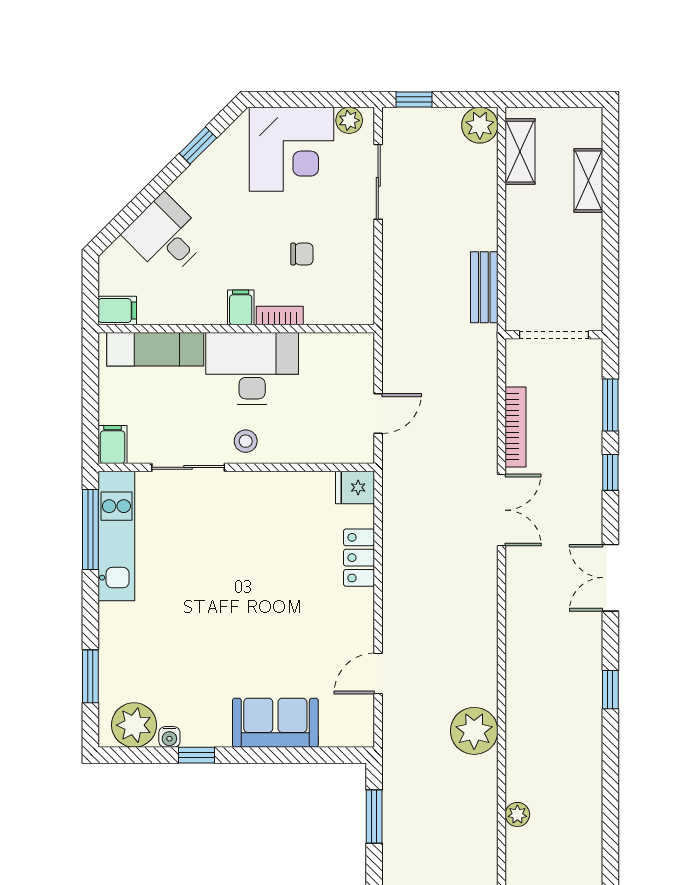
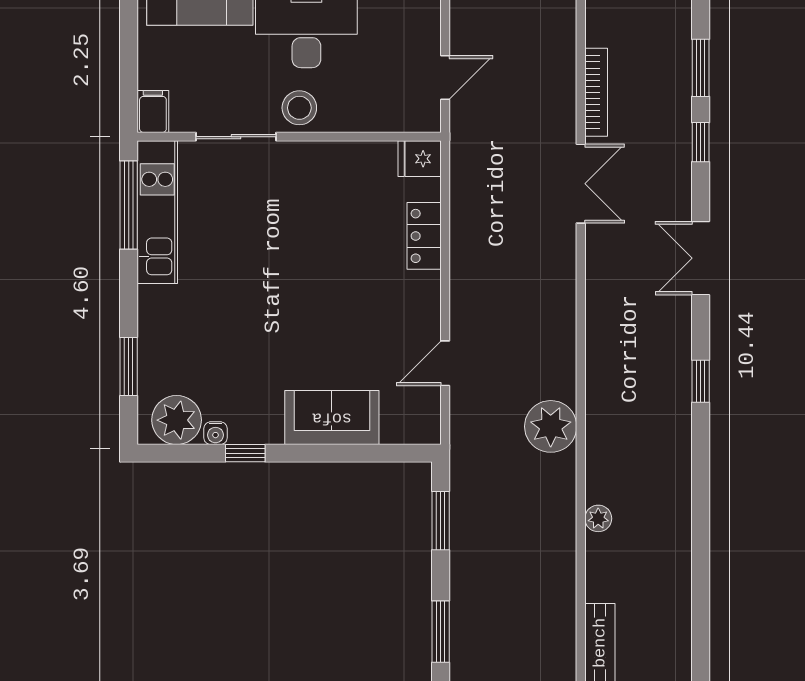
stool: (246, 441) -> (299, 108), width x1.37, depth x1.37

